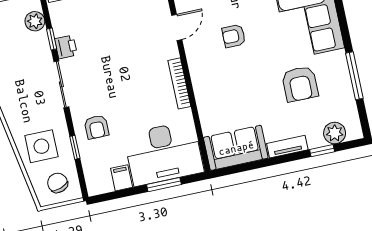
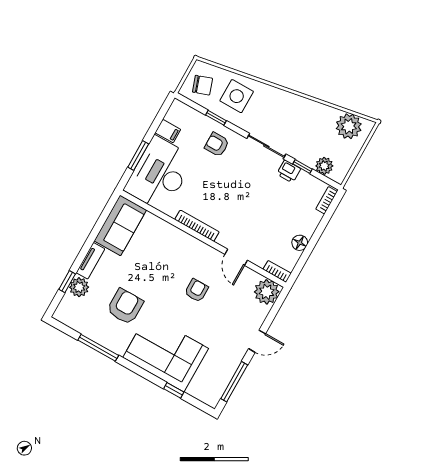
armchair: (300, 84) -> (125, 306), turned 90
plant: (335, 133) -> (79, 287), moved

